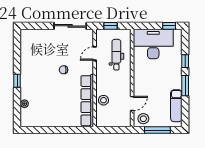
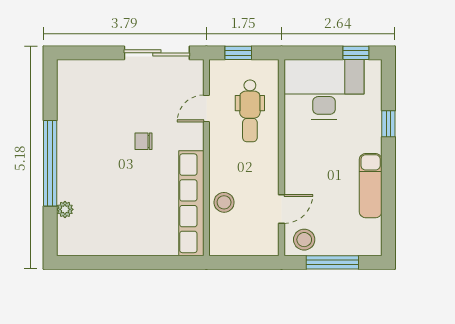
dental chair: (116, 55) -> (250, 111), turned 180
window: (17, 81) -> (50, 163), width x3.17
window: (185, 86) -> (388, 173), removed
exam couch: (176, 106) -> (371, 186), moved

